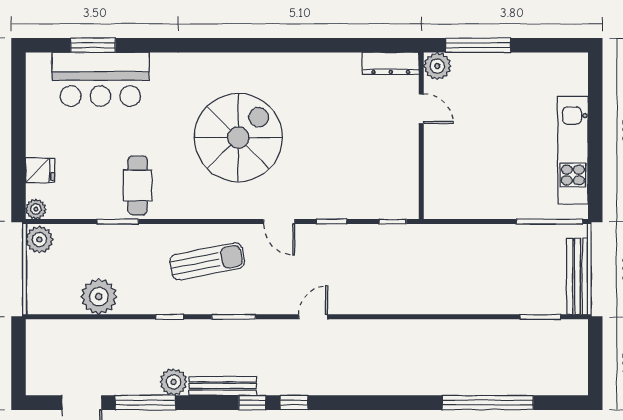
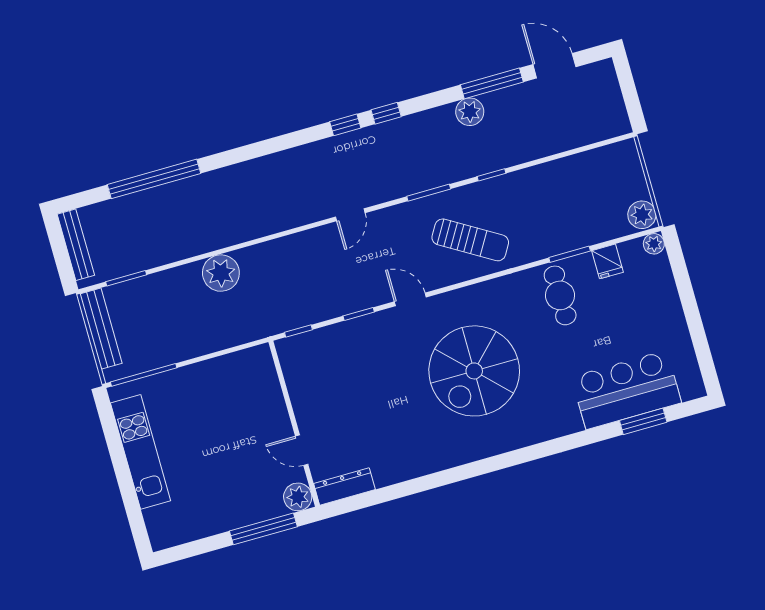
fridge: (40, 170) -> (608, 261), moved, turned -90
sun lounger: (207, 261) -> (470, 240), turned -138
plant: (99, 297) -> (221, 273), moved
bench: (223, 386) -> (76, 245), moved, turned 90

